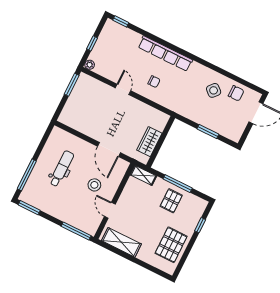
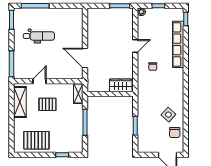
row of seats: (165, 53) -> (178, 44), moved
wardrobe: (149, 142) -> (121, 85), moved
door: (109, 149) -> (85, 58), hinge flipped
dental chair: (62, 169) -> (39, 36), moved
stool: (94, 185) -> (53, 60), removed
pallet: (171, 201) -> (47, 104), moved

